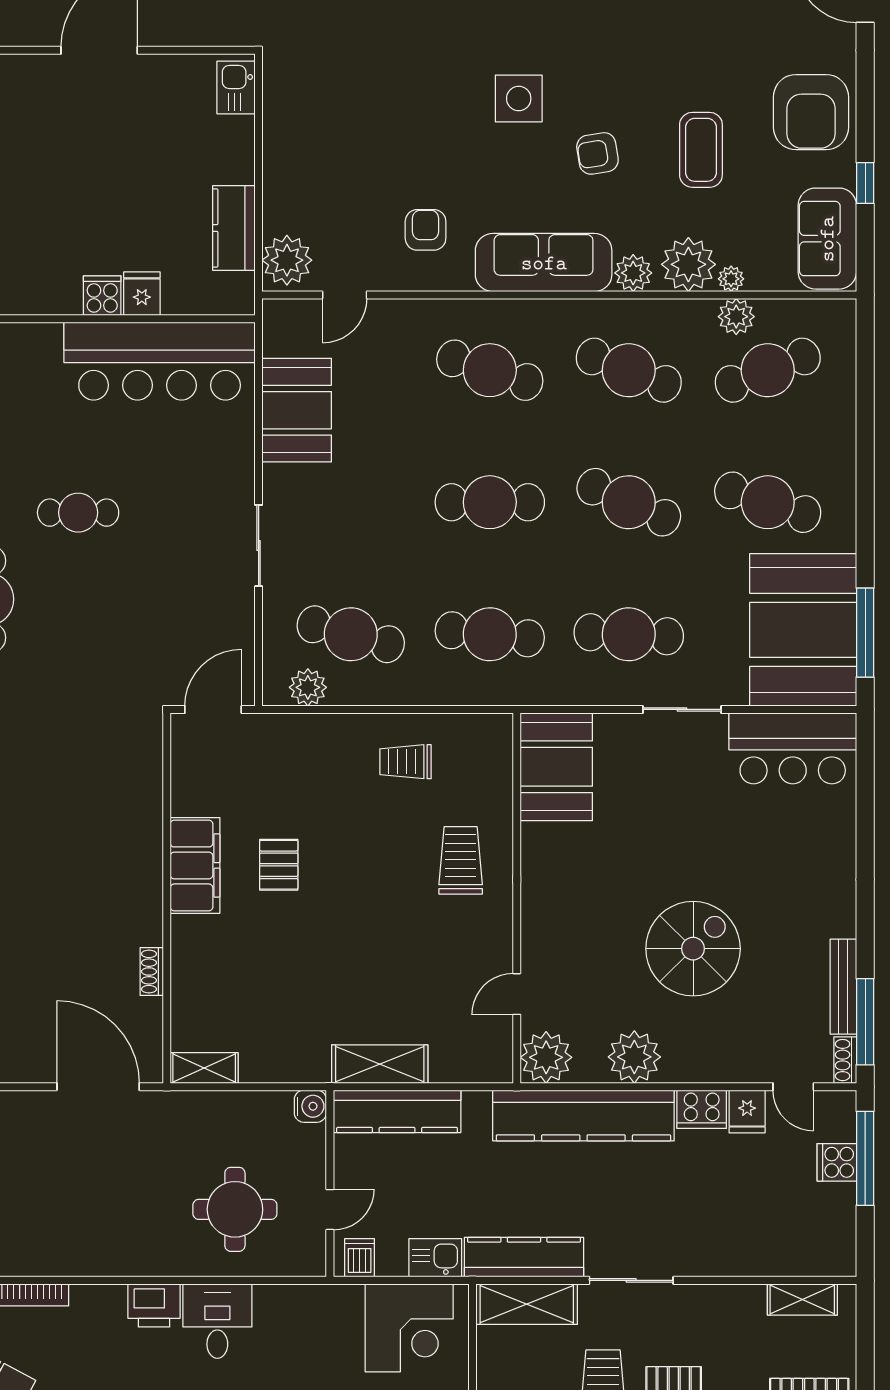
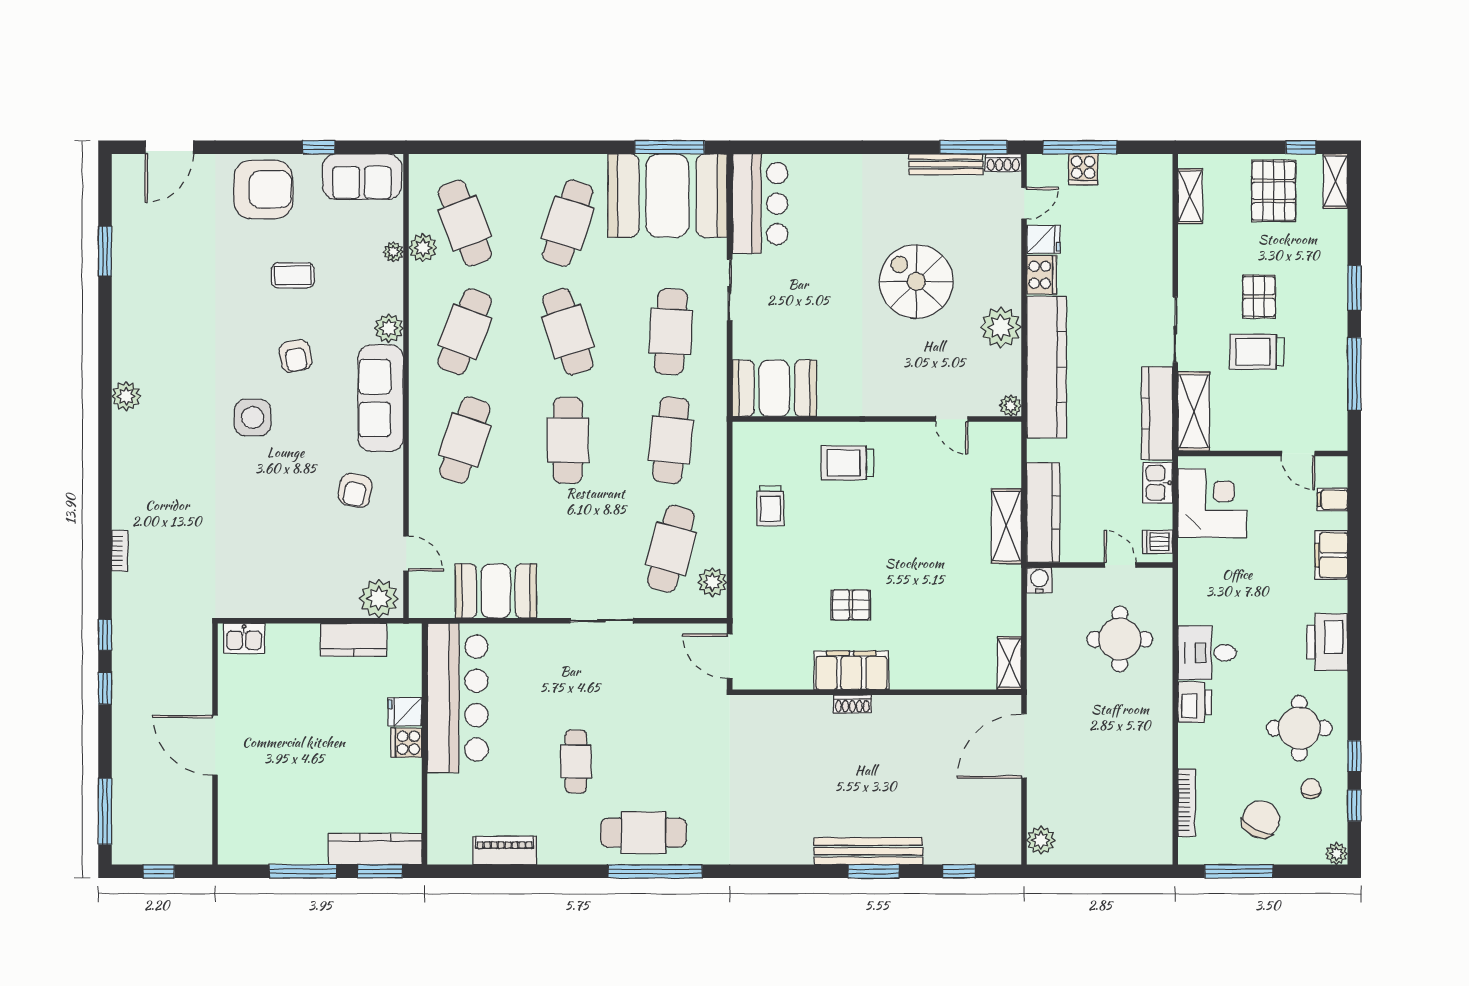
coffee table: (701, 150) -> (293, 275), width x0.73, depth x0.77
armchair: (426, 230) -> (355, 490), turned -79
plant: (688, 264) -> (382, 285), removed
cafe table: (629, 502) -> (568, 332), turned -42
shoe rack: (152, 971) -> (852, 704), moved
plant: (546, 1057) -> (1011, 406), width x0.53, depth x0.53

